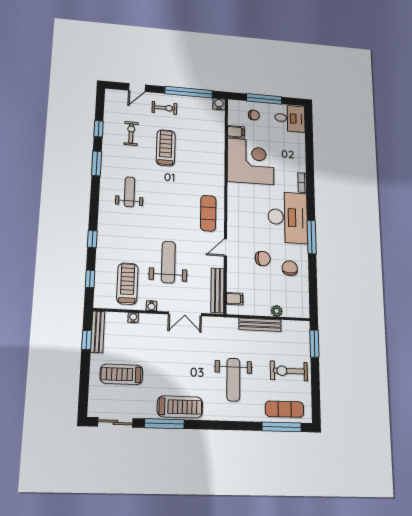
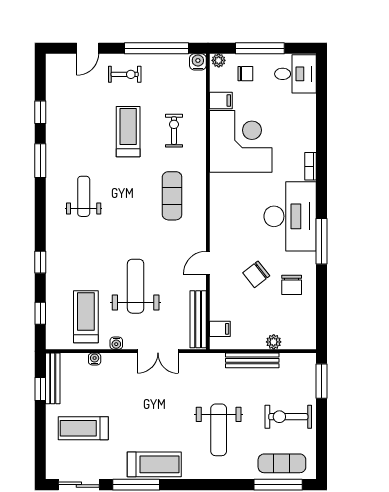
plant: (234, 104) -> (219, 60), added
exercise bike: (131, 133) -> (174, 131), moved
exercise mat: (208, 213) -> (172, 196), moved
chair: (263, 259) -> (256, 274), turned 148
chair: (290, 268) -> (292, 285), turned 180

